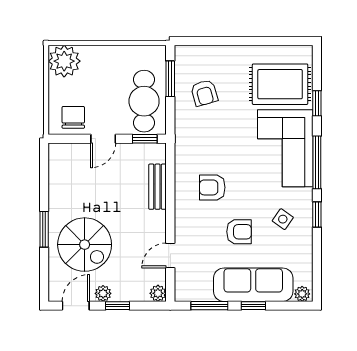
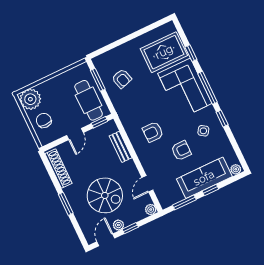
chair: (73, 117) -> (44, 121), moved
shoe rack: (57, 176) -> (58, 169), added
spiral stairs: (85, 245) -> (105, 195), moved

